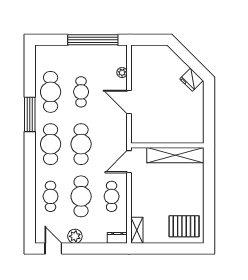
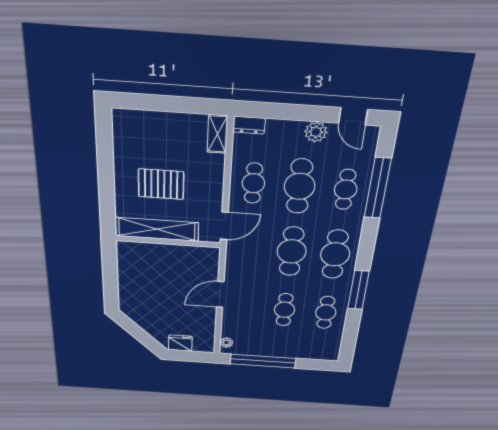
plant: (122, 73) -> (227, 343), moved
fridge: (191, 80) -> (180, 343), moved, turned -45
cafe table: (51, 92) -> (326, 312), width x0.73, depth x0.74
door: (129, 102) -> (220, 295), swing flipped
window: (30, 199) -> (378, 188), added
pallet: (184, 226) -> (161, 184), moved

